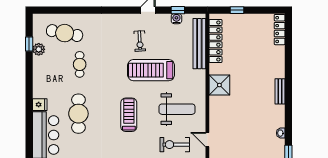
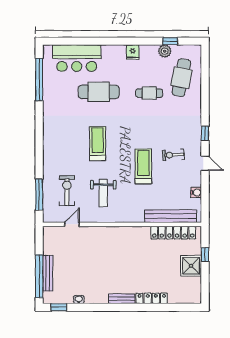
window: (178, 10) -> (205, 133), moved
locker: (280, 30) -> (152, 298), moved
treadmill: (151, 70) -> (143, 166), width x0.73, depth x0.73
shower: (219, 85) -> (191, 266), moved
fridge: (40, 105) -> (133, 52), moved
weight bench: (177, 109) -> (103, 193), width x0.73, depth x0.75
treadmill: (129, 115) -> (98, 144), turned -90

